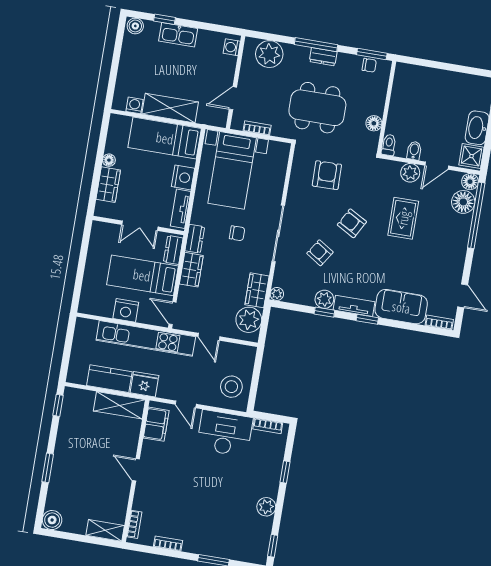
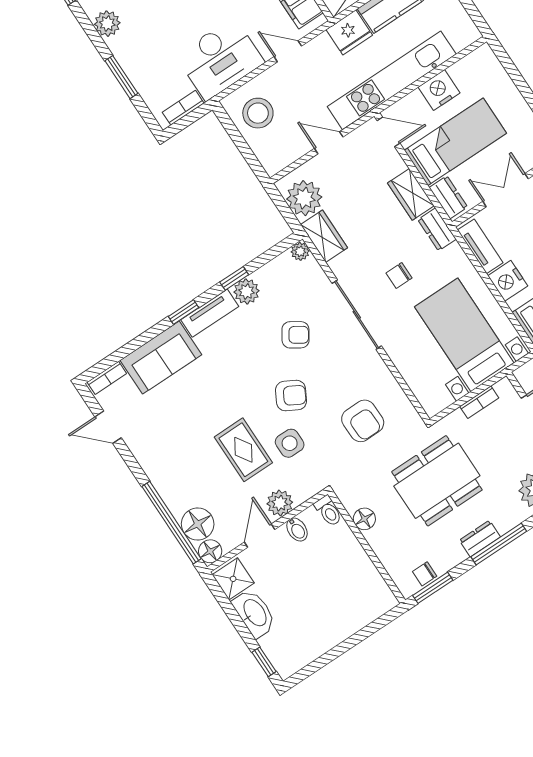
side table: (376, 199) -> (290, 443), added
window: (285, 472) -> (121, 77), width x1.50

